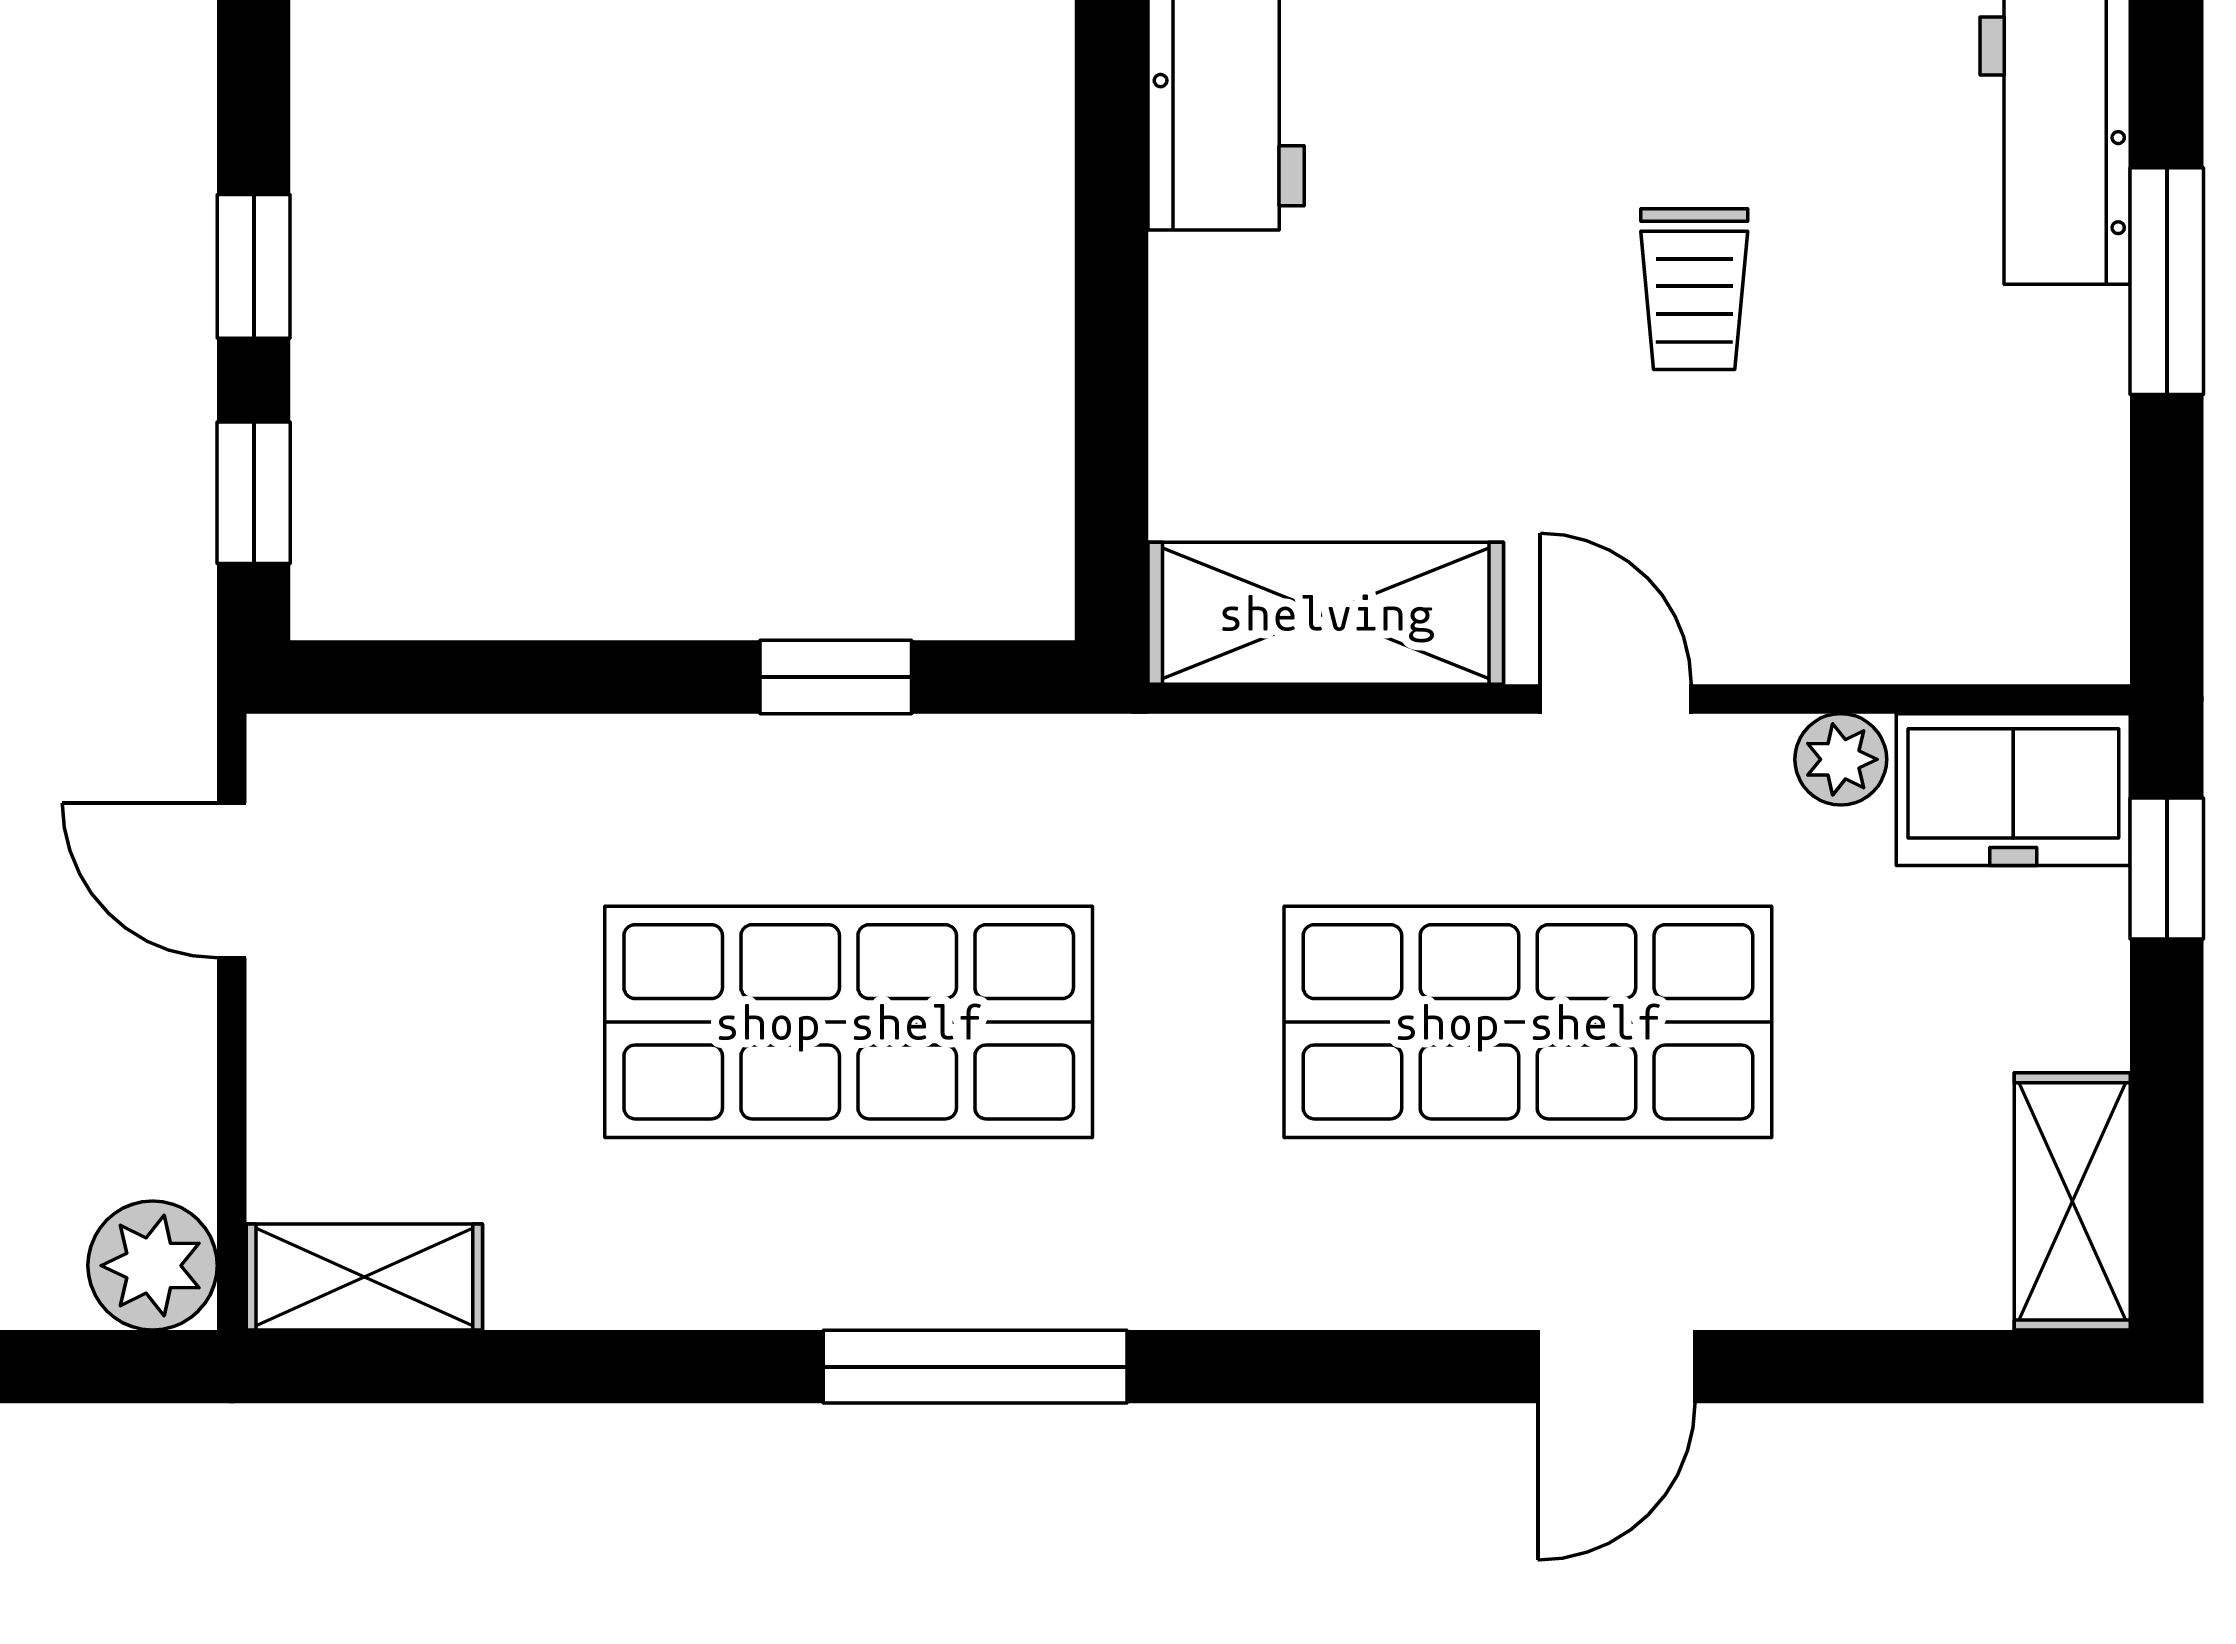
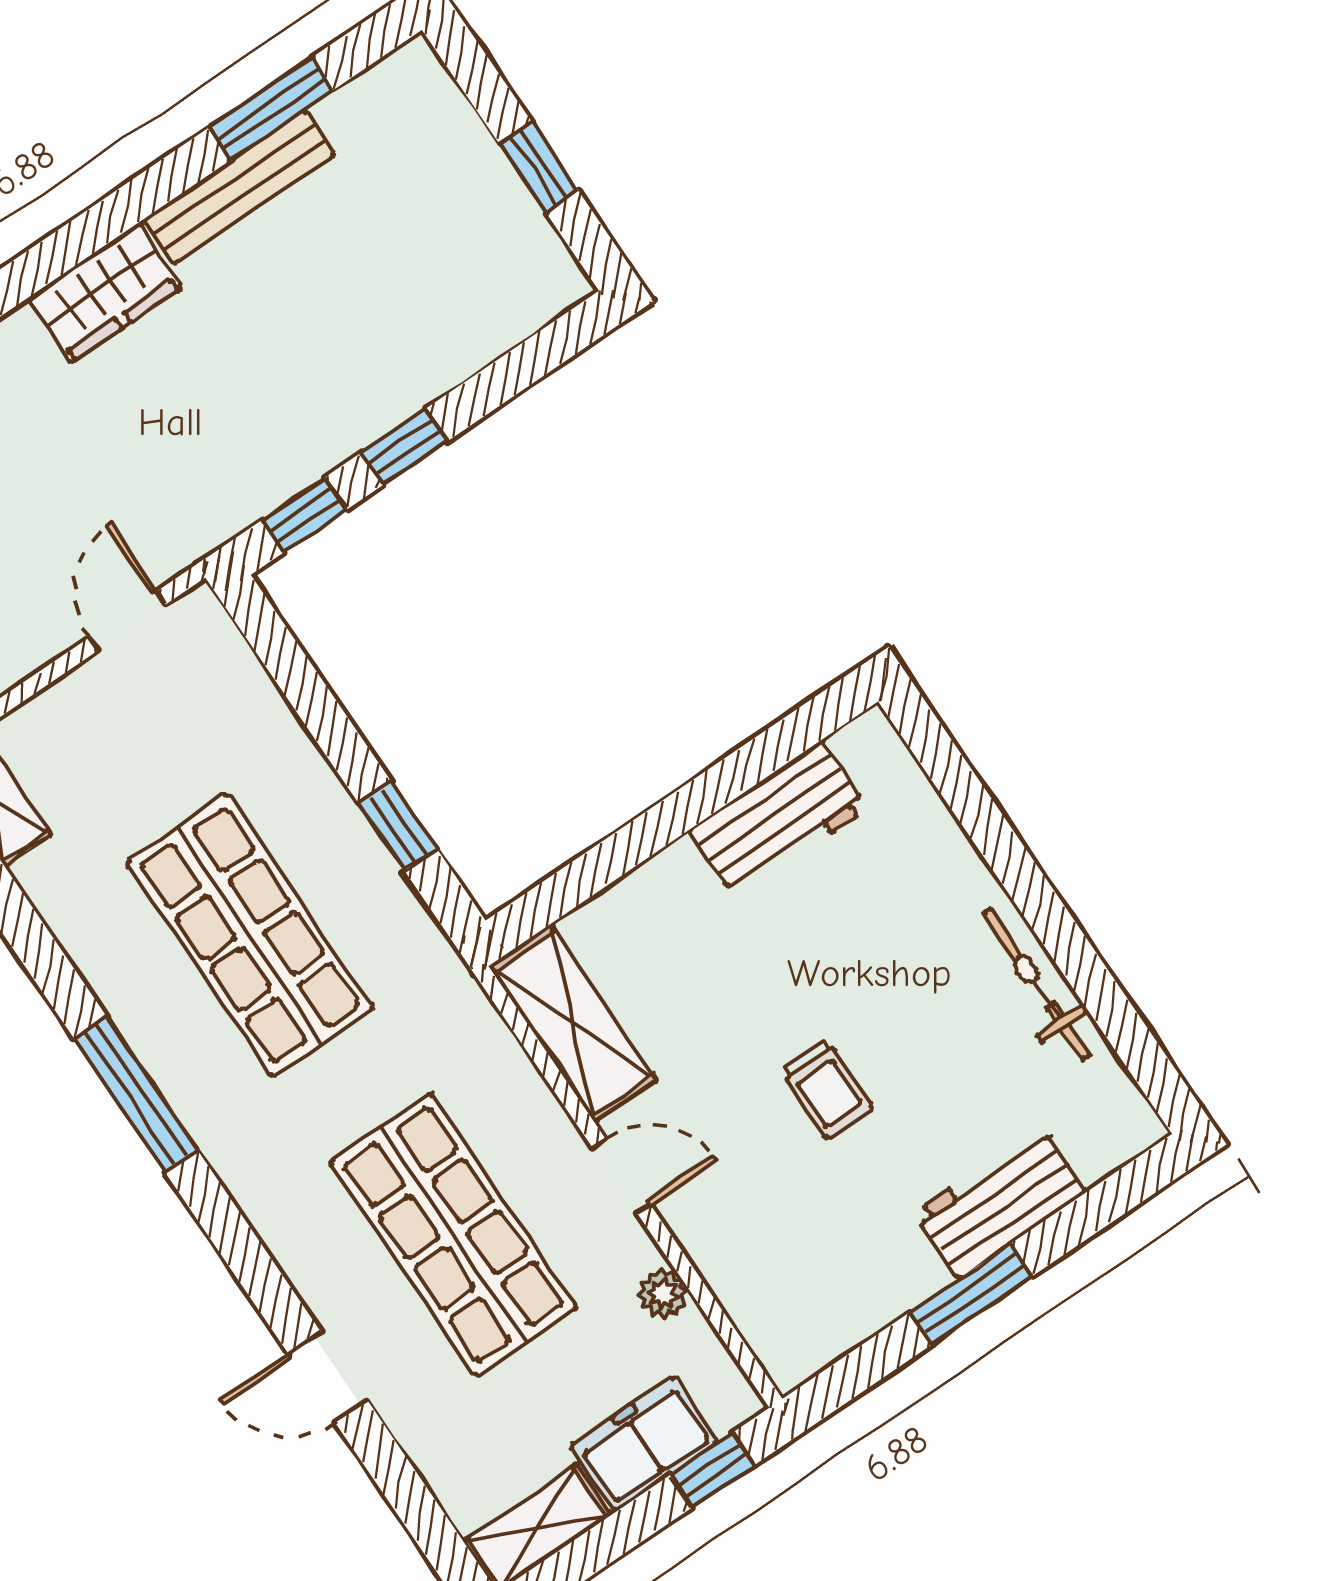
trolley: (1694, 289) -> (826, 1088), turned -90
door: (1616, 699) -> (622, 1177), hinge flipped
freezer: (2013, 790) -> (644, 1444), moved, turned 90

